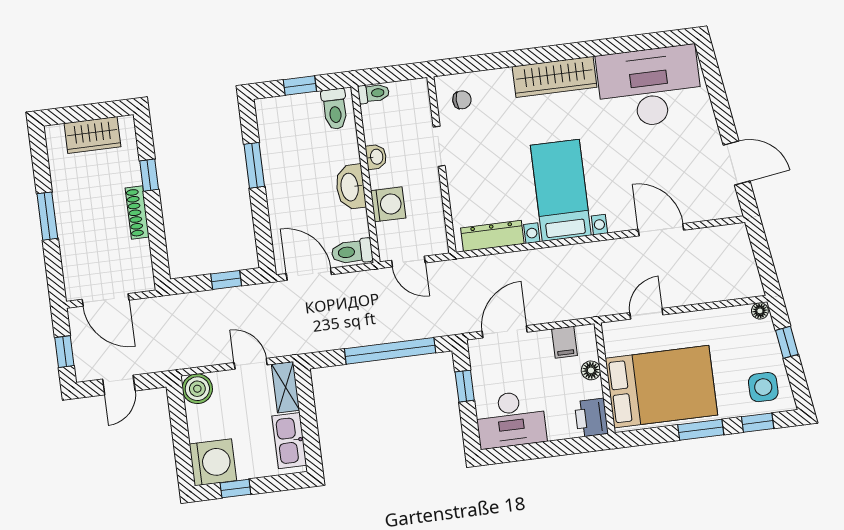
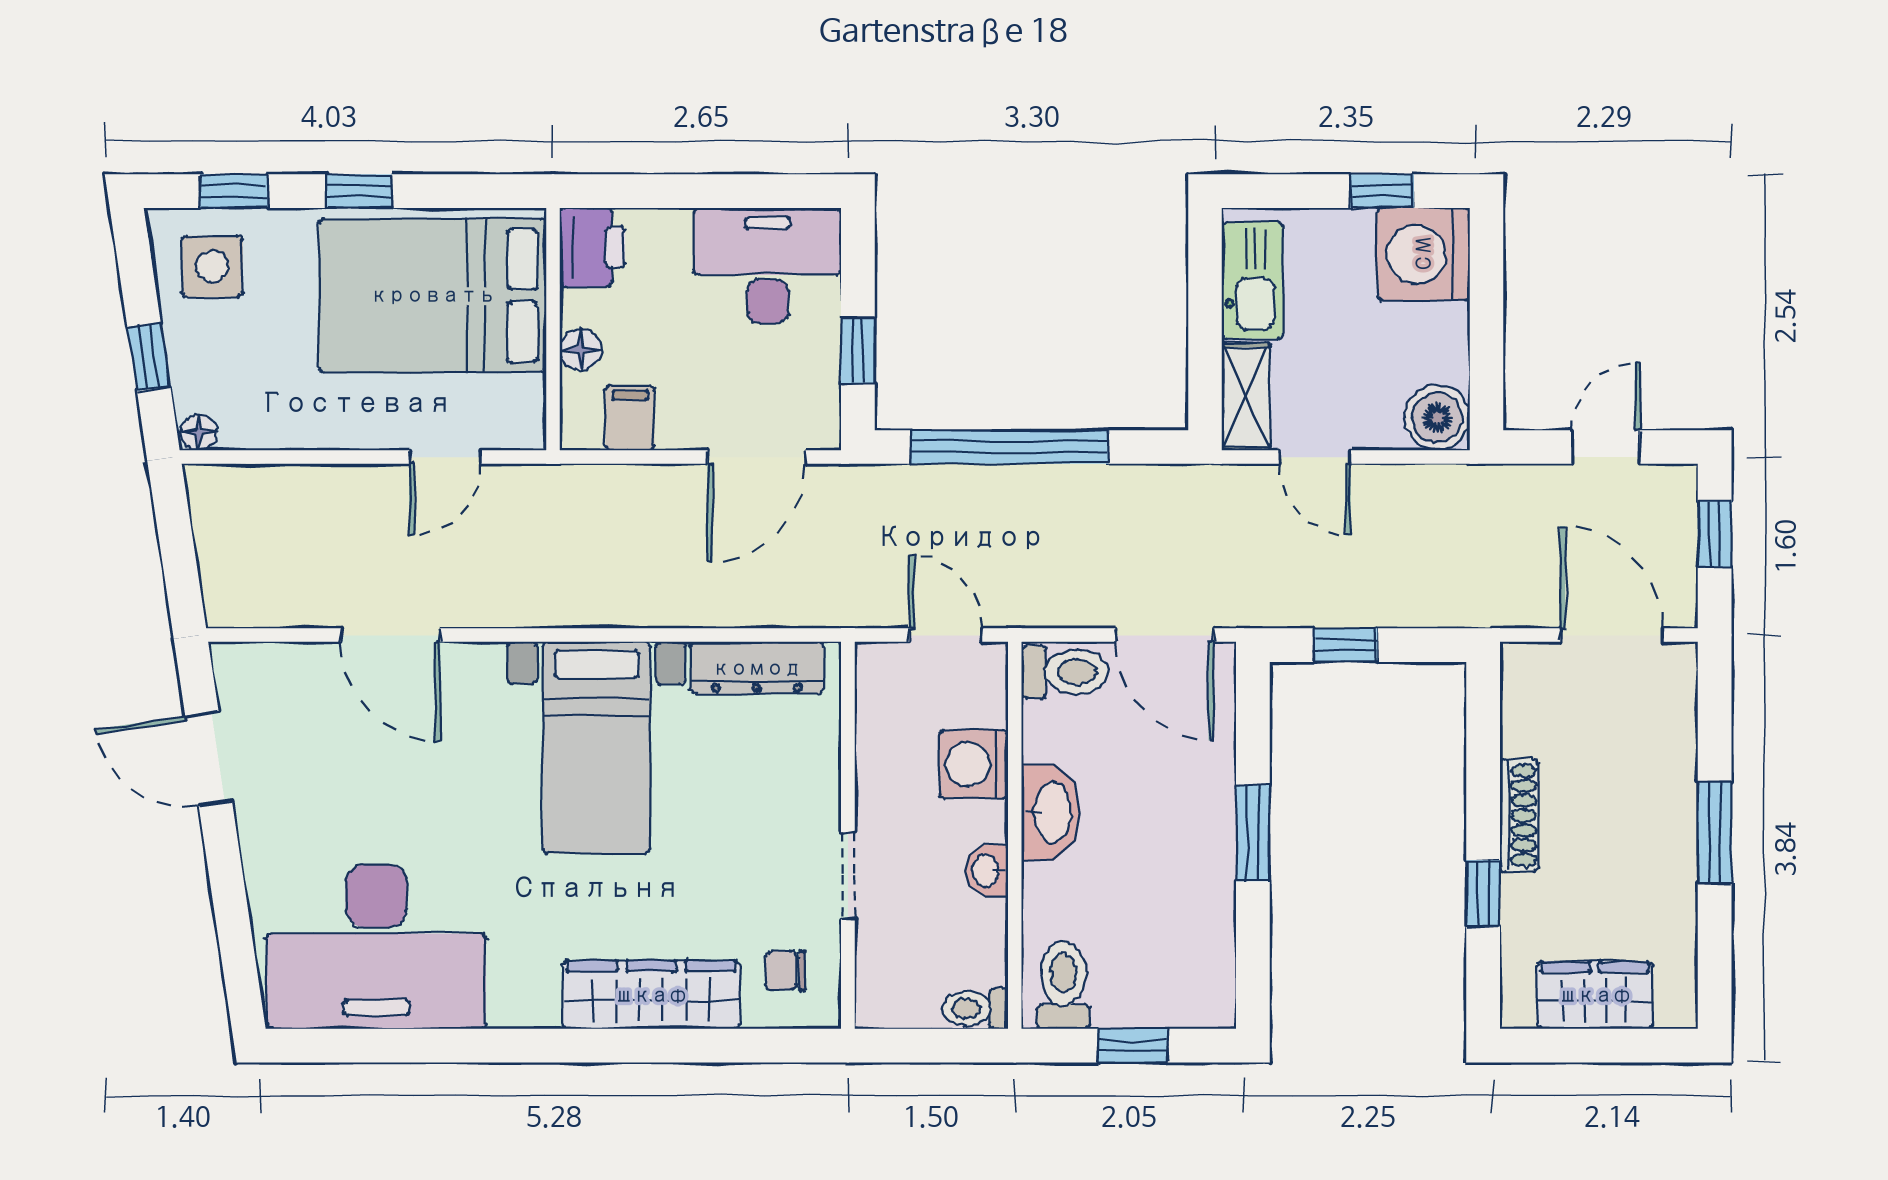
wardrobe: (555, 77) -> (651, 995), moved
window: (254, 165) -> (1253, 833), moved
window: (701, 430) -> (359, 191), width x0.67

